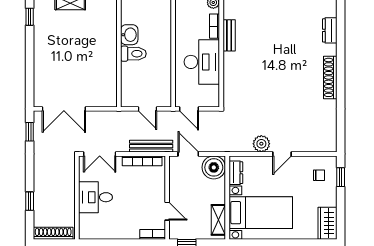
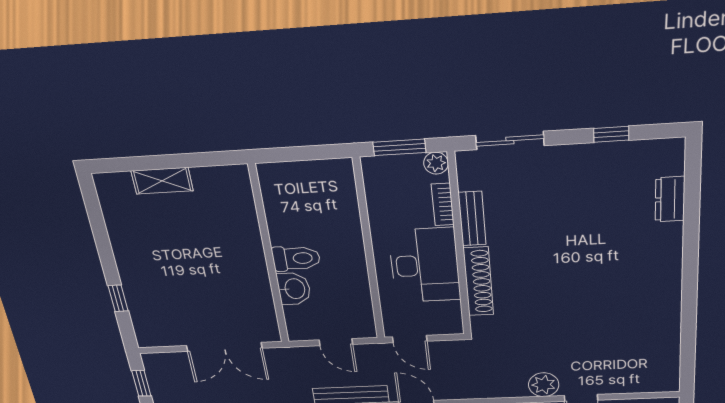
window: (30, 17) -> (118, 298), moved
washbasin: (129, 35) -> (294, 289), moved
shoe rack: (330, 77) -> (478, 282), moved, turned 180
double door: (64, 109) -> (224, 347), moved

